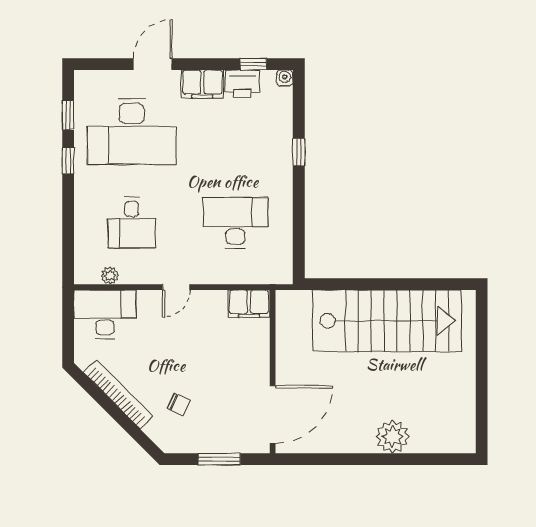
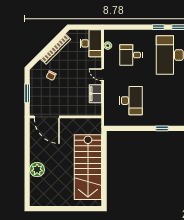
filing cabinet: (249, 304) -> (95, 94), moved

